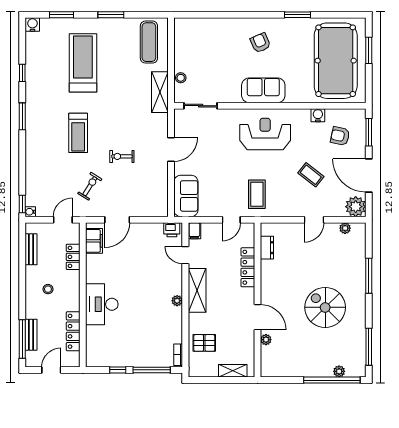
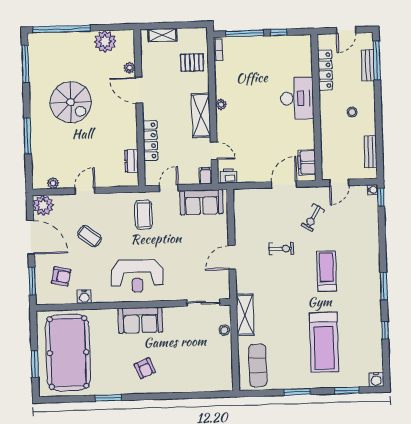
sofa: (186, 196) -> (201, 202), moved, turned -90
locker: (73, 257) -> (328, 145), removed
plant: (339, 371) -> (105, 41), moved, width x1.88, depth x1.88

